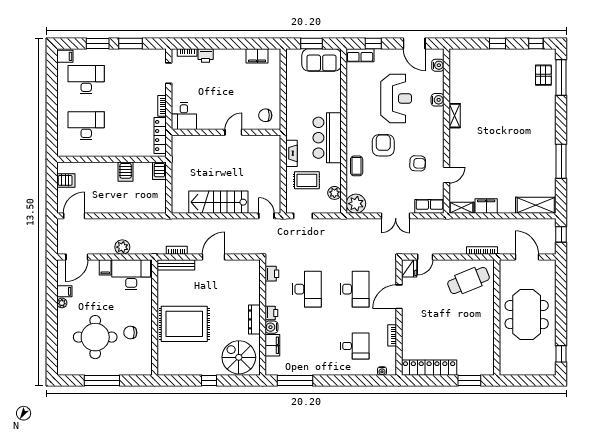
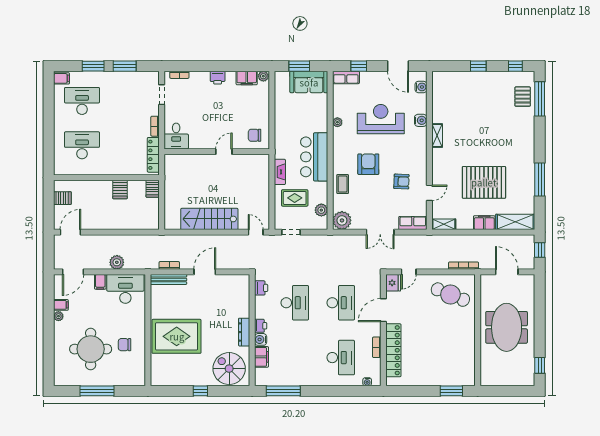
plant: (274, 54) -> (263, 76), added
printer: (206, 56) -> (218, 78), moved
reception desk: (396, 98) -> (381, 119), turned -90
plant: (351, 102) -> (337, 122), added
pallet: (503, 164) -> (484, 182), added
filing cabinet: (486, 206) -> (484, 223), moved
cafe table: (468, 281) -> (450, 295), turned 44
desk: (355, 346) -> (341, 358), width x1.37
locker: (429, 368) -> (393, 350), moved, turned 90

